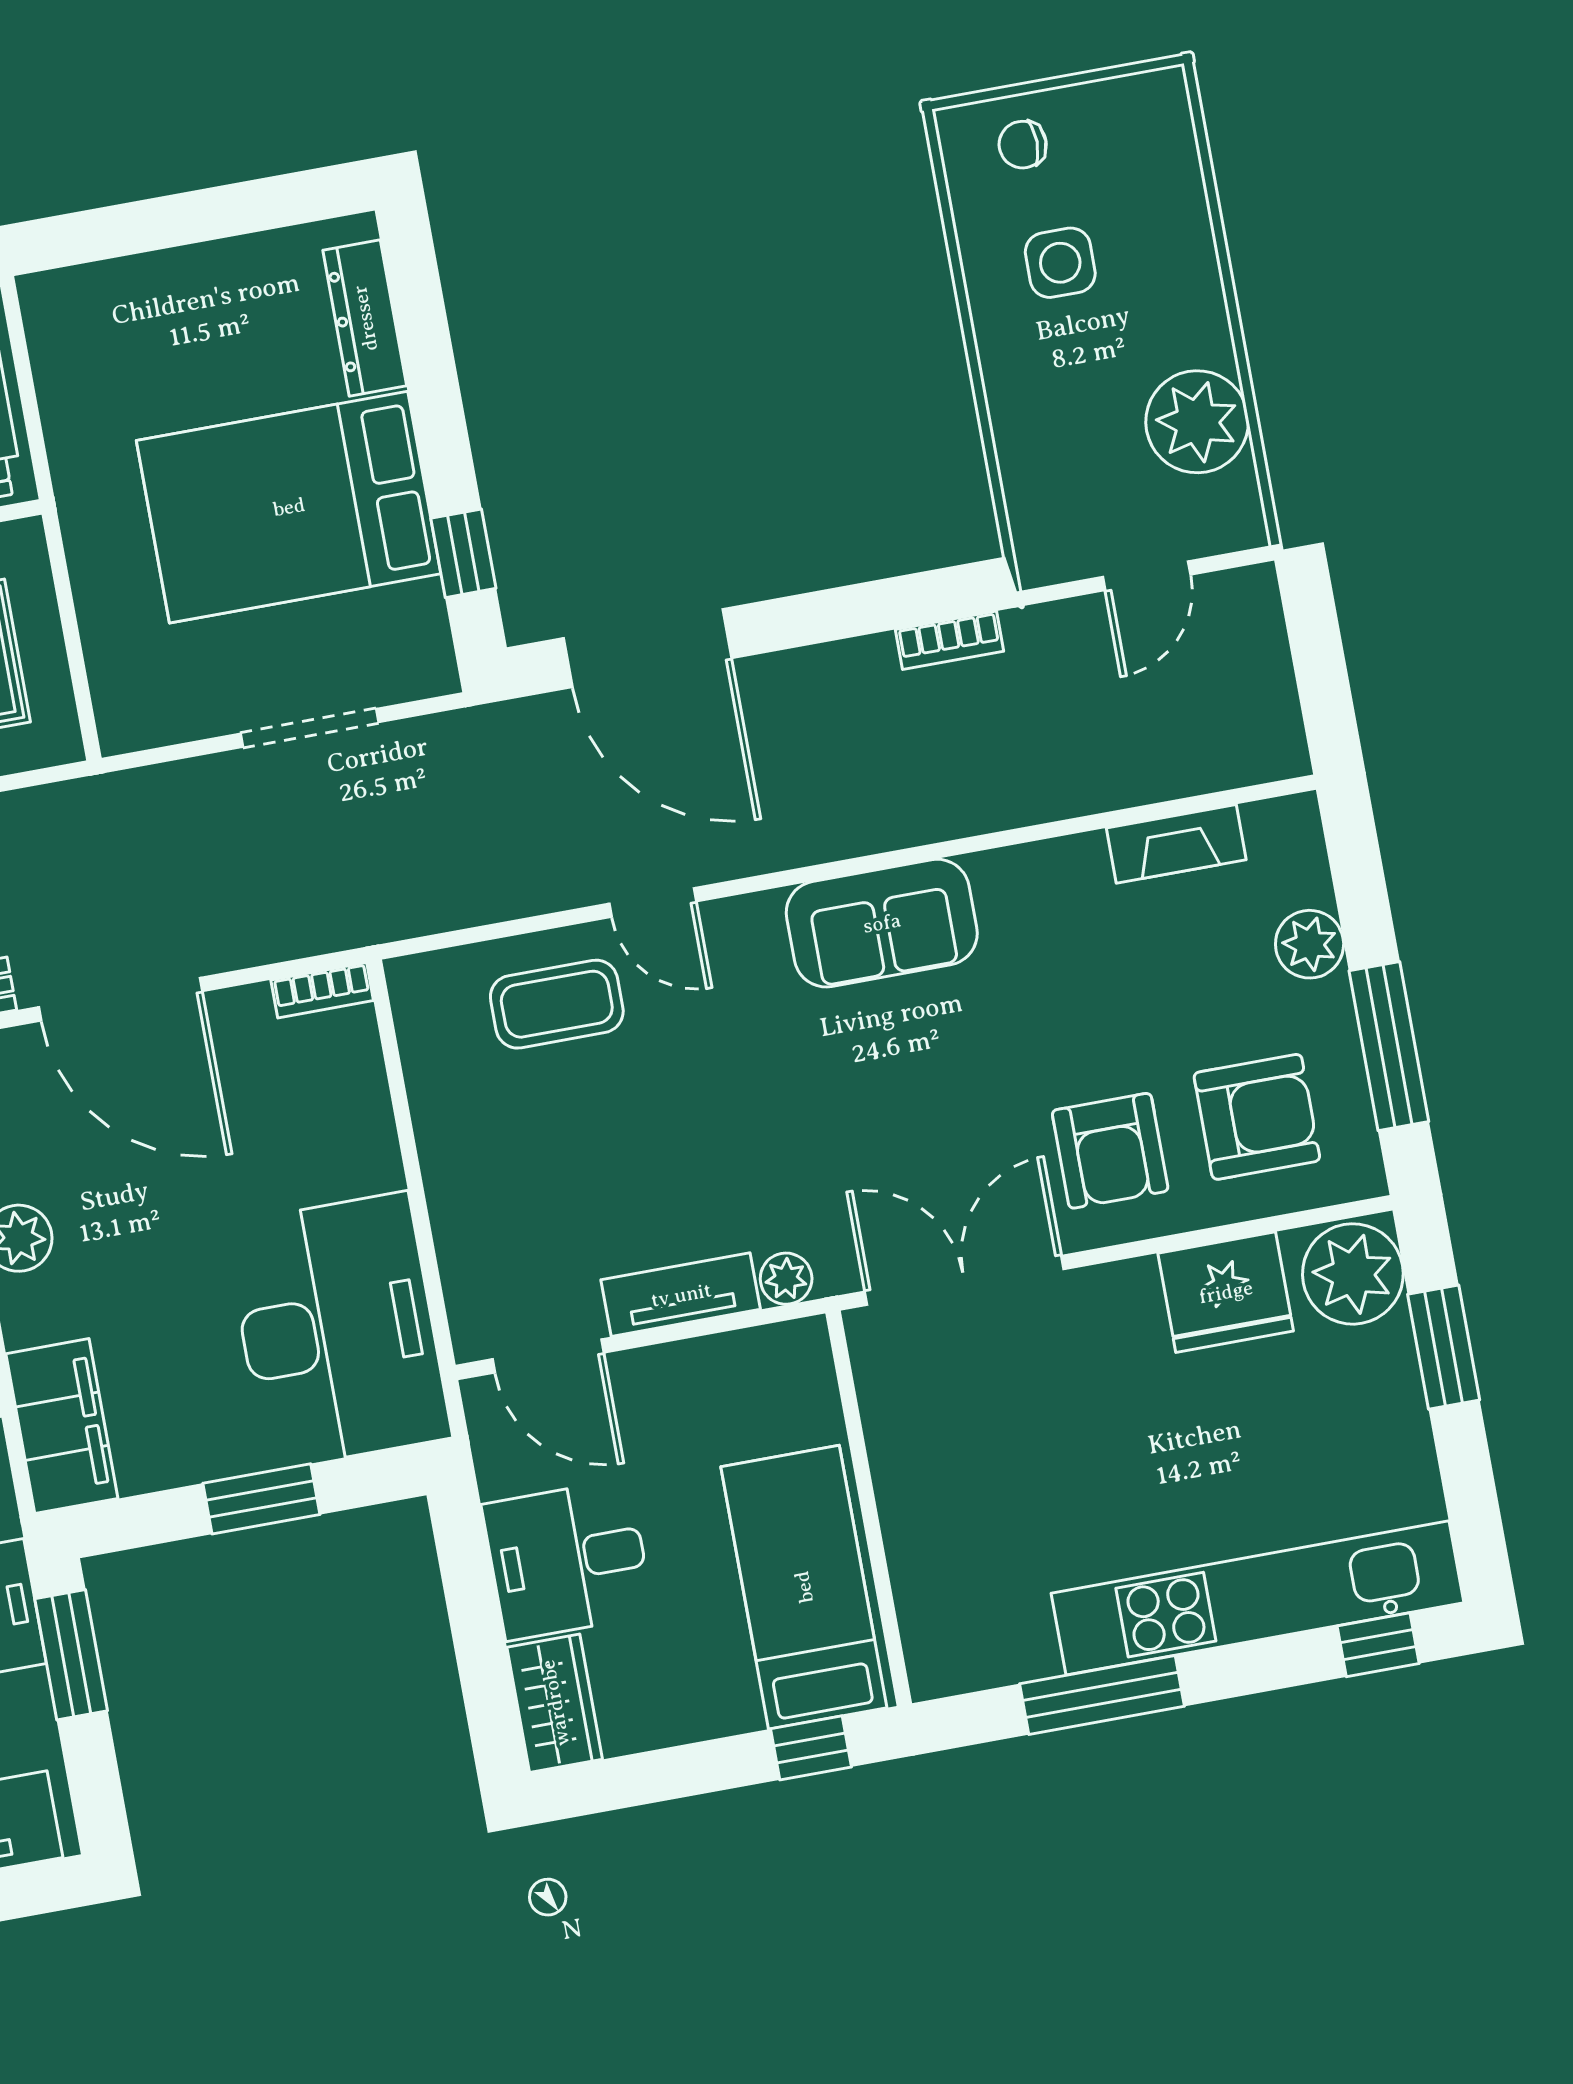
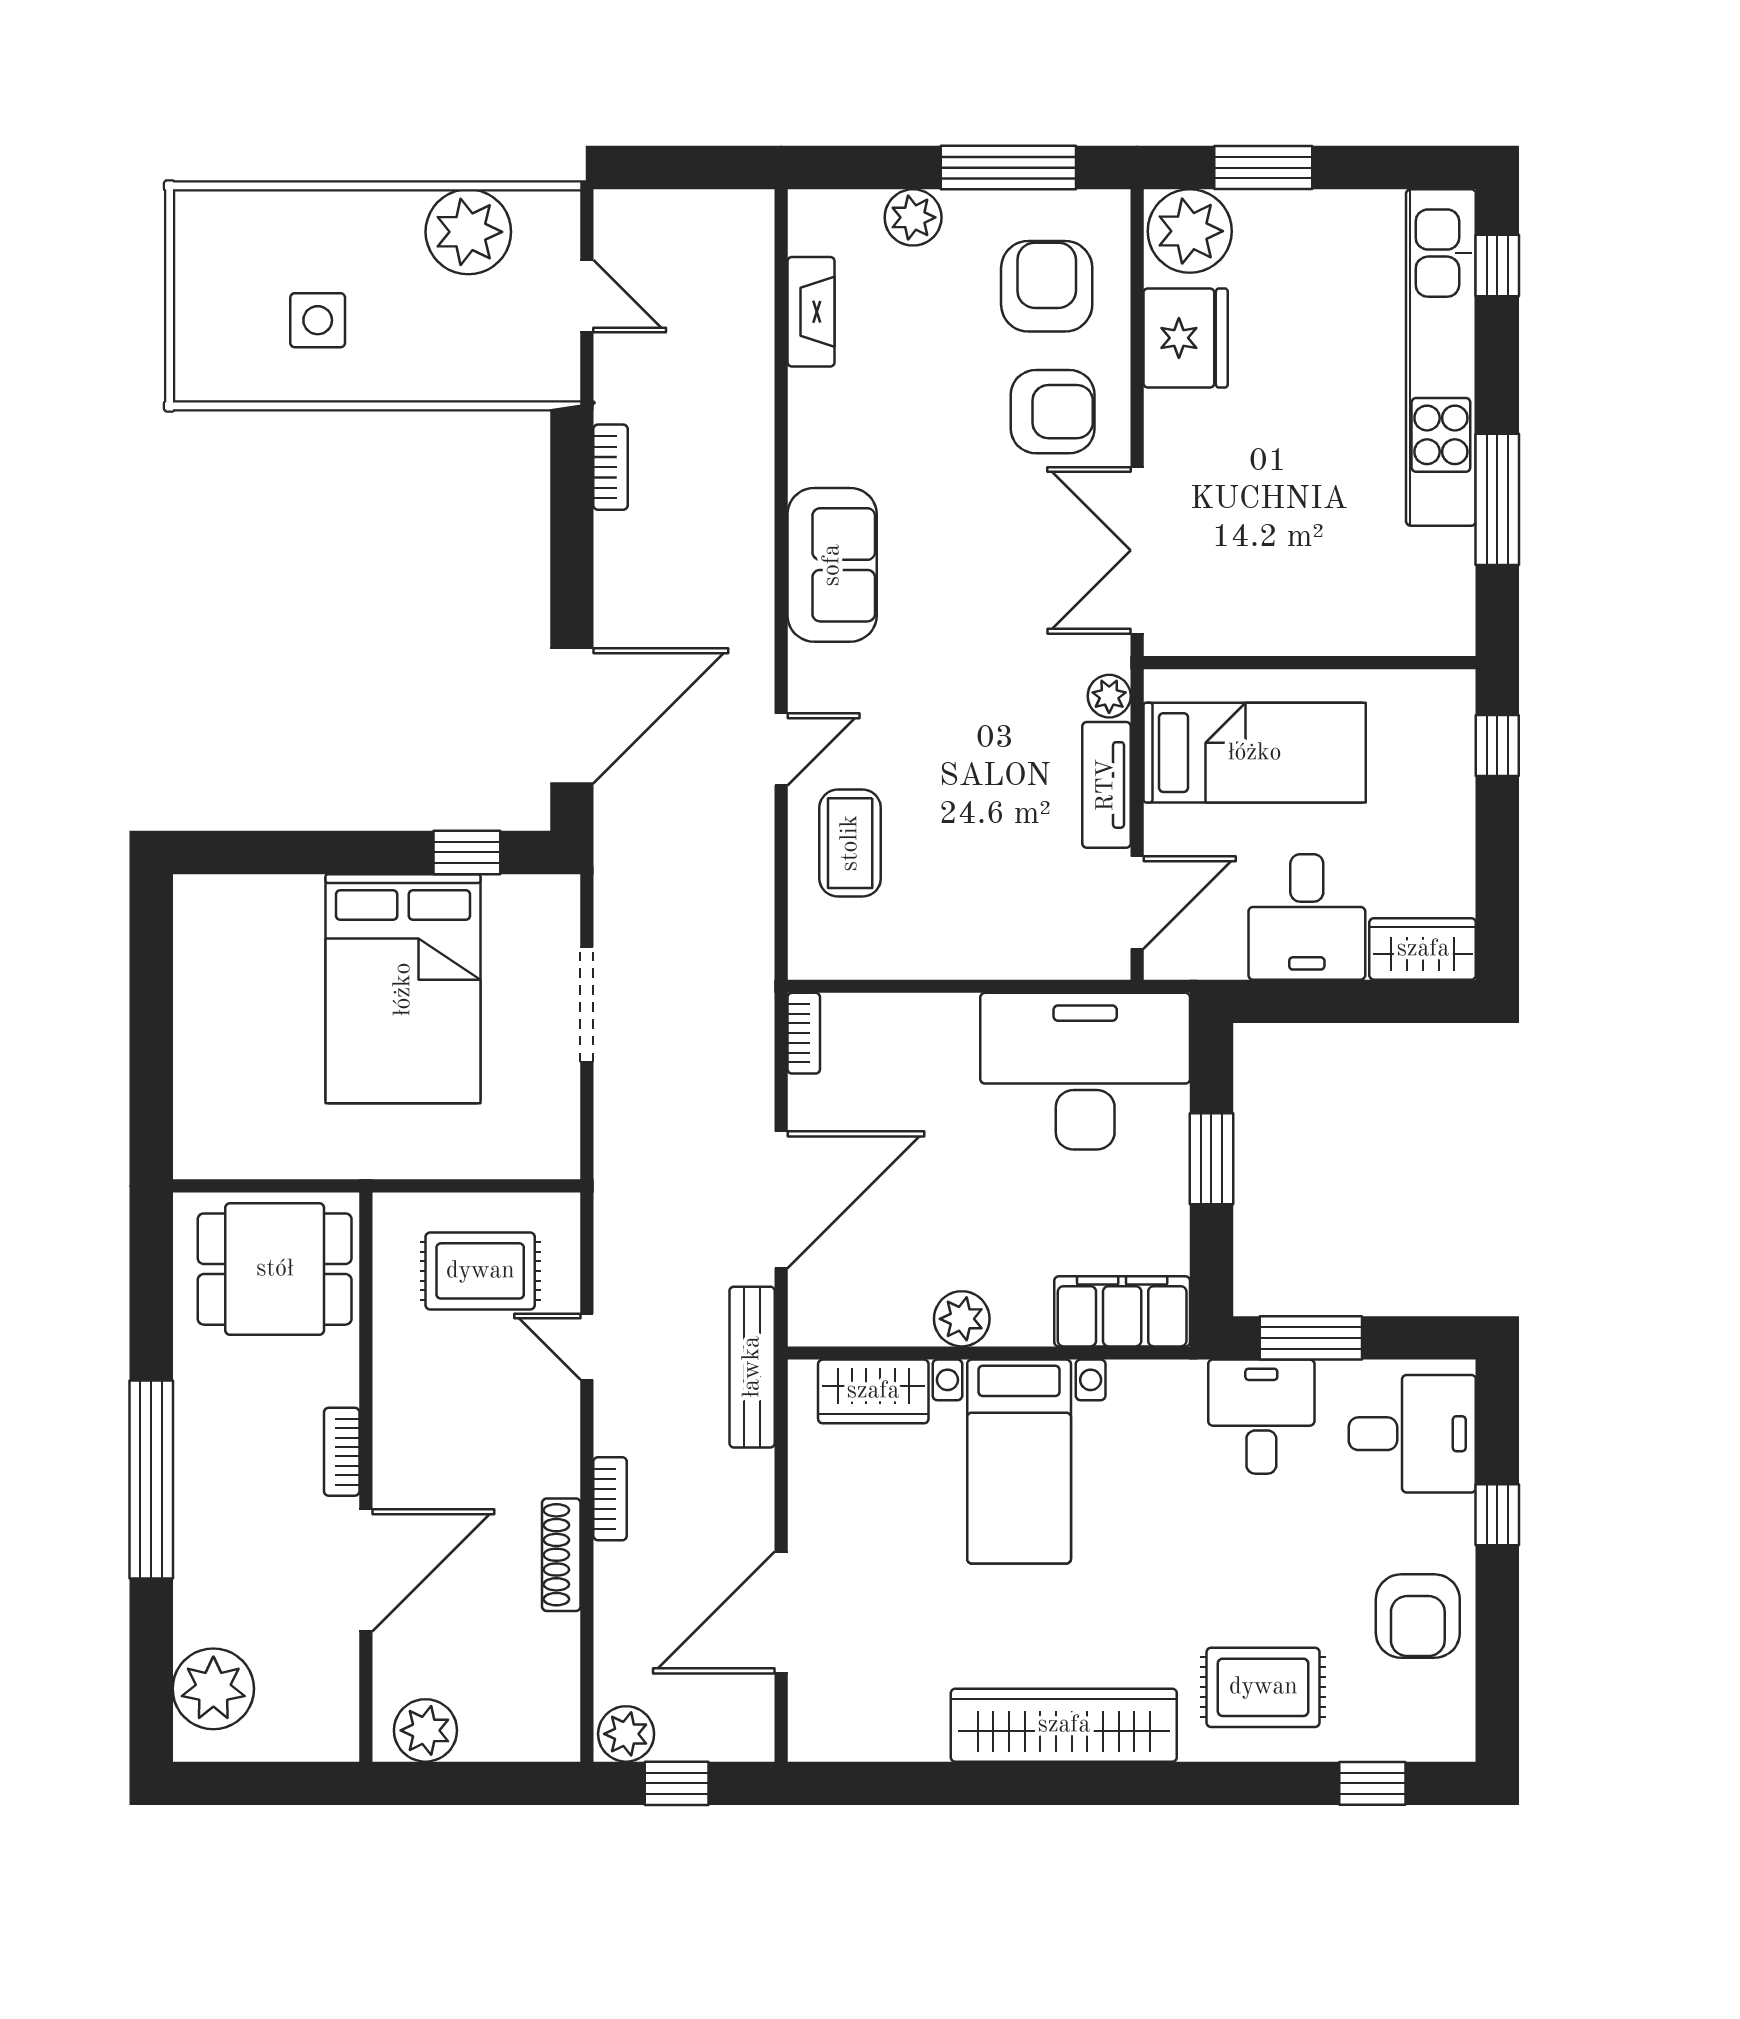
chair: (1023, 145) -> (215, 333), removed
dresser: (365, 318) -> (259, 898), removed
bed: (804, 1587) -> (1255, 753), moved, turned 180

